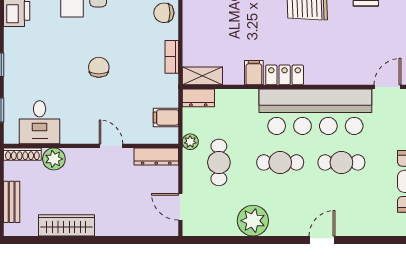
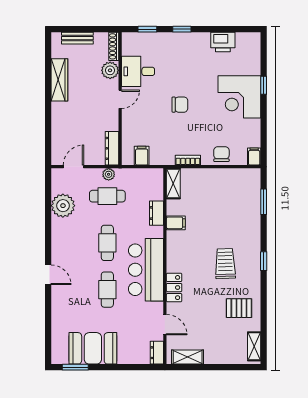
locker: (285, 75) -> (174, 288), moved
dresser: (198, 98) -> (157, 213), moved
bar counter: (315, 112) -> (146, 270), width x0.73
desk: (40, 122) -> (138, 71), moved
plant: (190, 142) -> (109, 174), moved
door: (111, 146) -> (120, 99), moved
plant: (253, 221) -> (63, 206), moved

